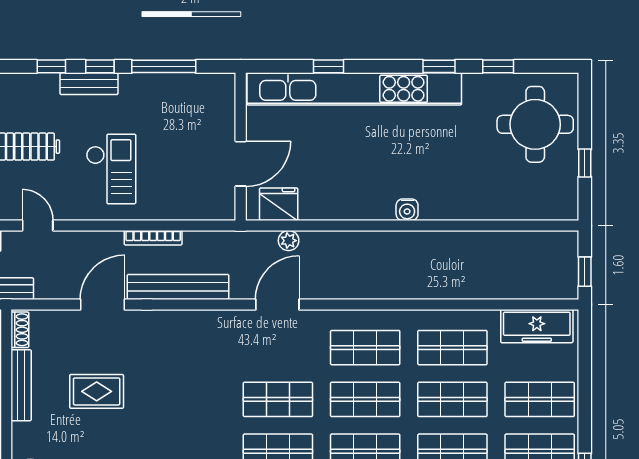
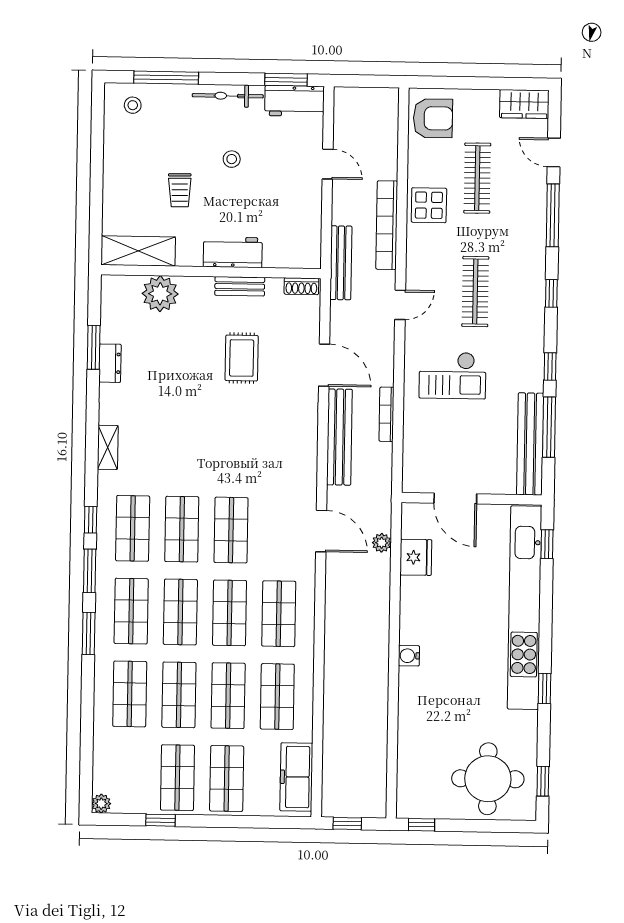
window: (51, 66) -> (551, 293), moved
window: (328, 66) -> (547, 544), moved
window: (498, 66) -> (543, 781), moved
bench: (89, 84) -> (530, 444), moved, width x1.86, depth x1.21
window: (585, 163) -> (421, 825), moved
fridge: (279, 204) -> (416, 557), moved
bench: (21, 385) -> (240, 286), width x0.73

